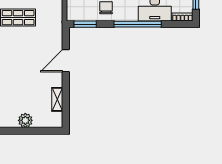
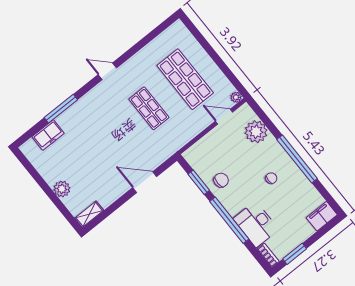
window: (85, 24) -> (199, 182), moved
shelving: (57, 99) -> (89, 214), moved

